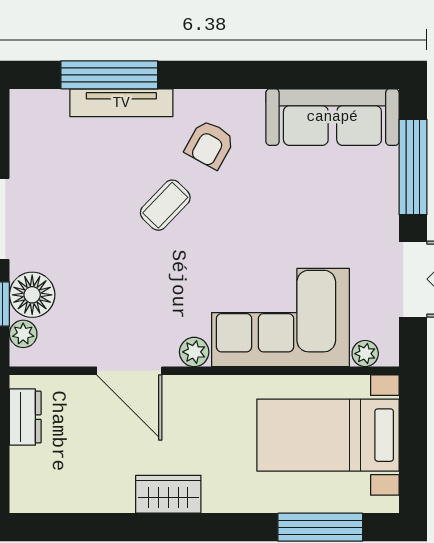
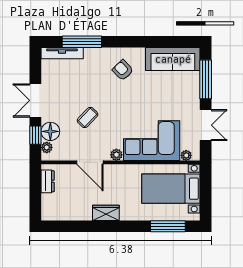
tv unit: (121, 103) -> (62, 53), moved
armchair: (210, 144) -> (123, 70), turned 107
coffee table: (165, 205) -> (88, 117), moved

